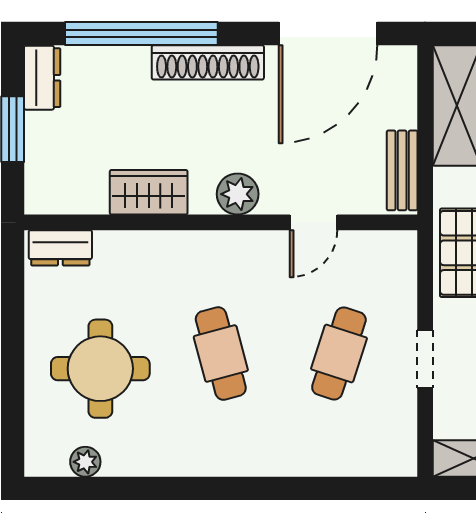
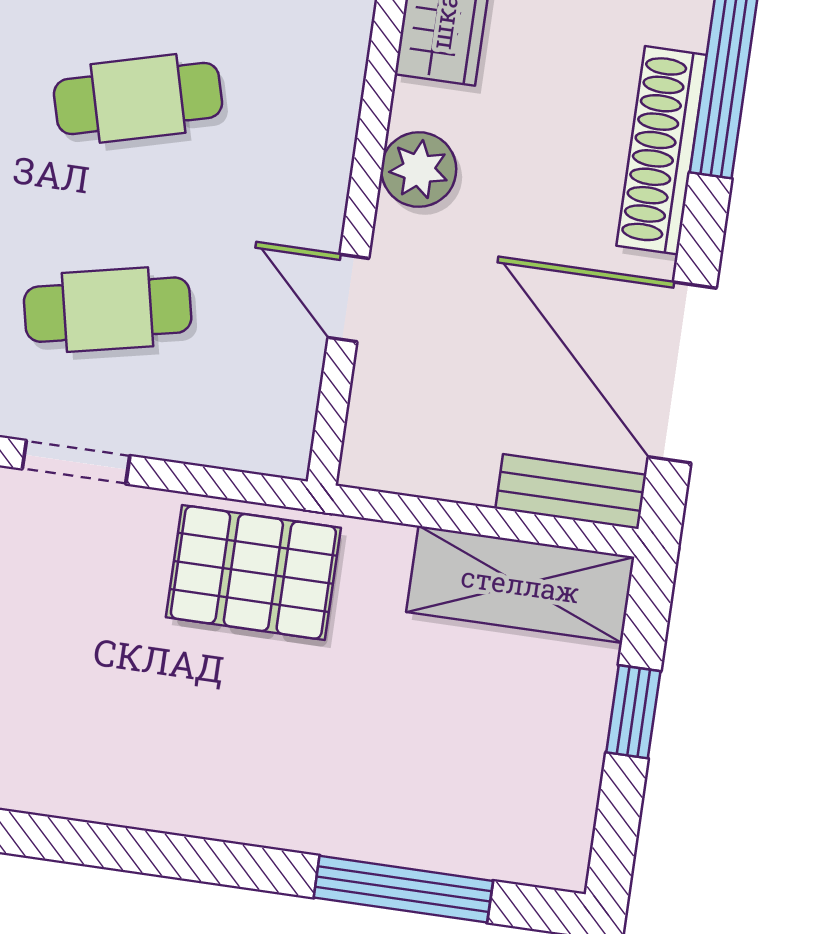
bench: (402, 170) -> (571, 492), moved
cafe table: (339, 354) -> (108, 310), turned -30

